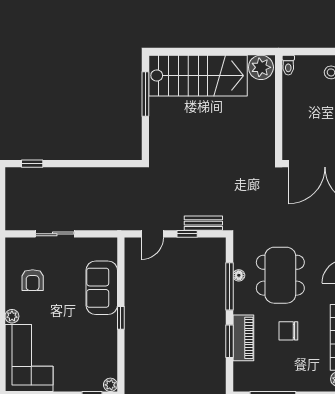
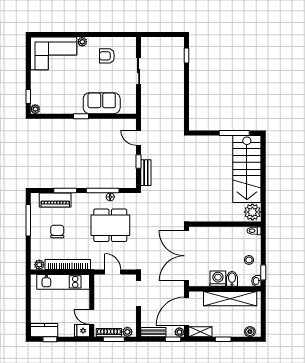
chair: (288, 331) -> (57, 231), moved
piano: (243, 338) -> (55, 200), moved

